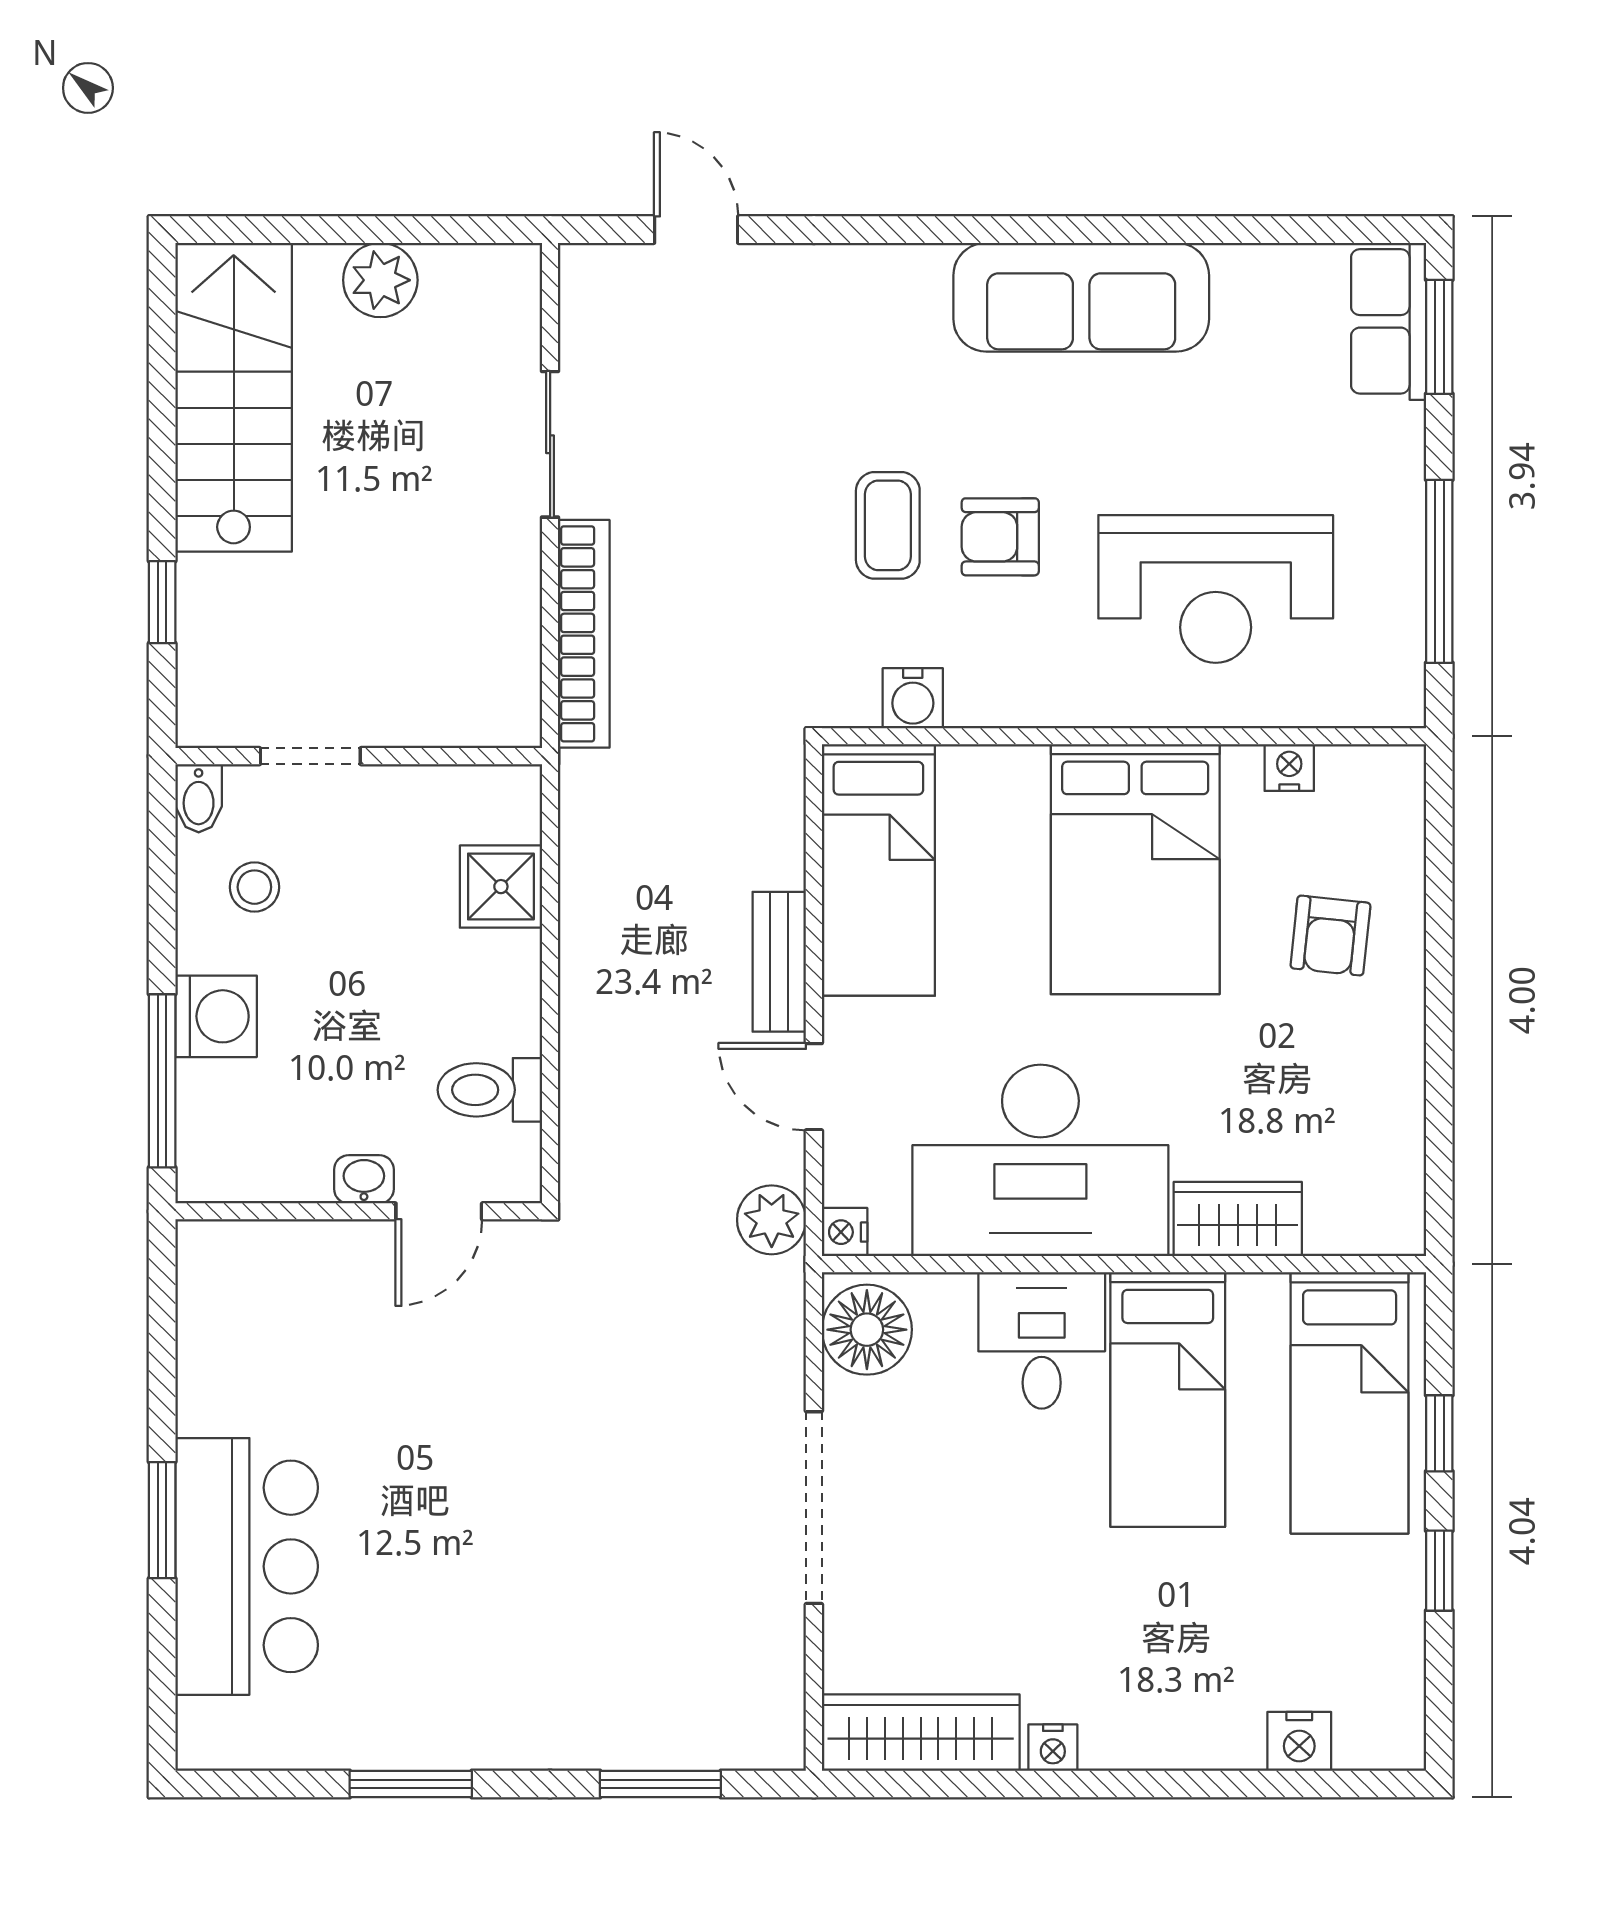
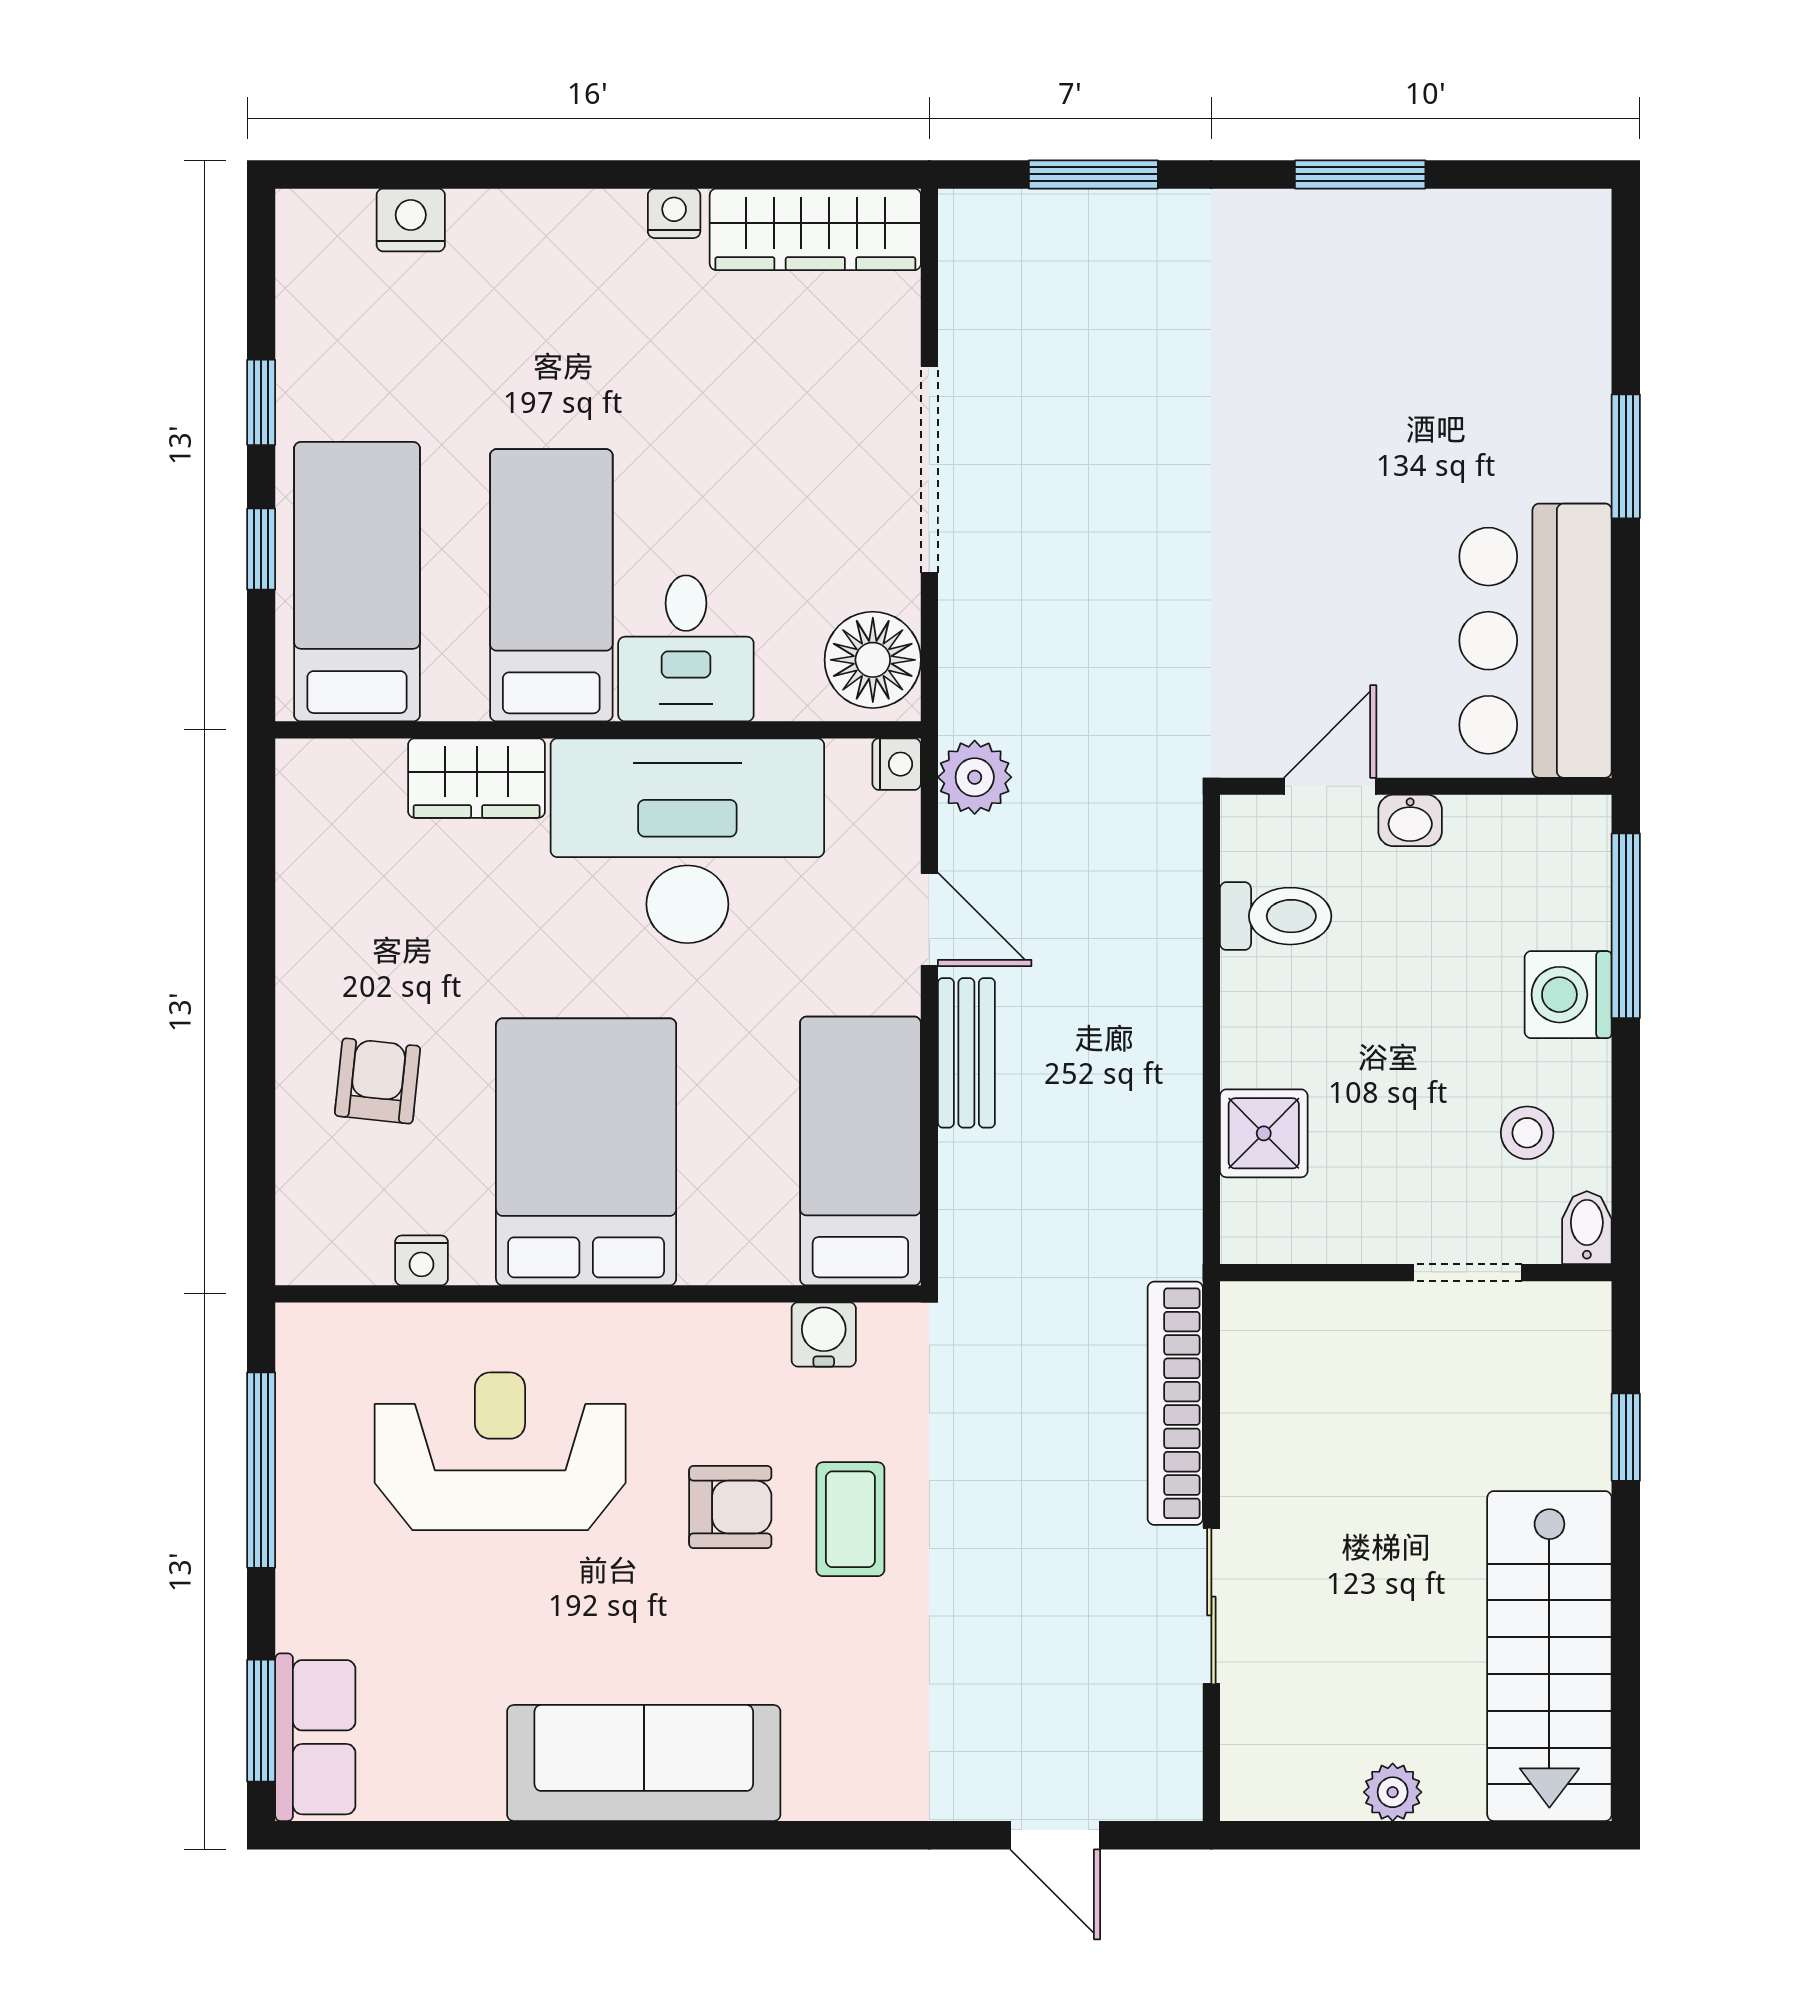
plant: (380, 280) -> (1393, 1792), width x0.73, depth x0.73
bar counter: (247, 1566) -> (1536, 641), moved

